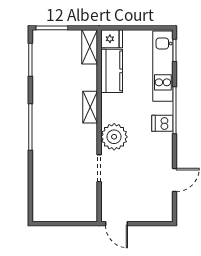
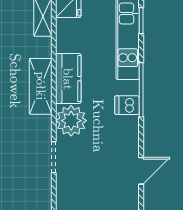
kitchen counter: (112, 71) -> (68, 79), moved
shelving: (90, 107) -> (41, 86), width x1.50, depth x1.33

